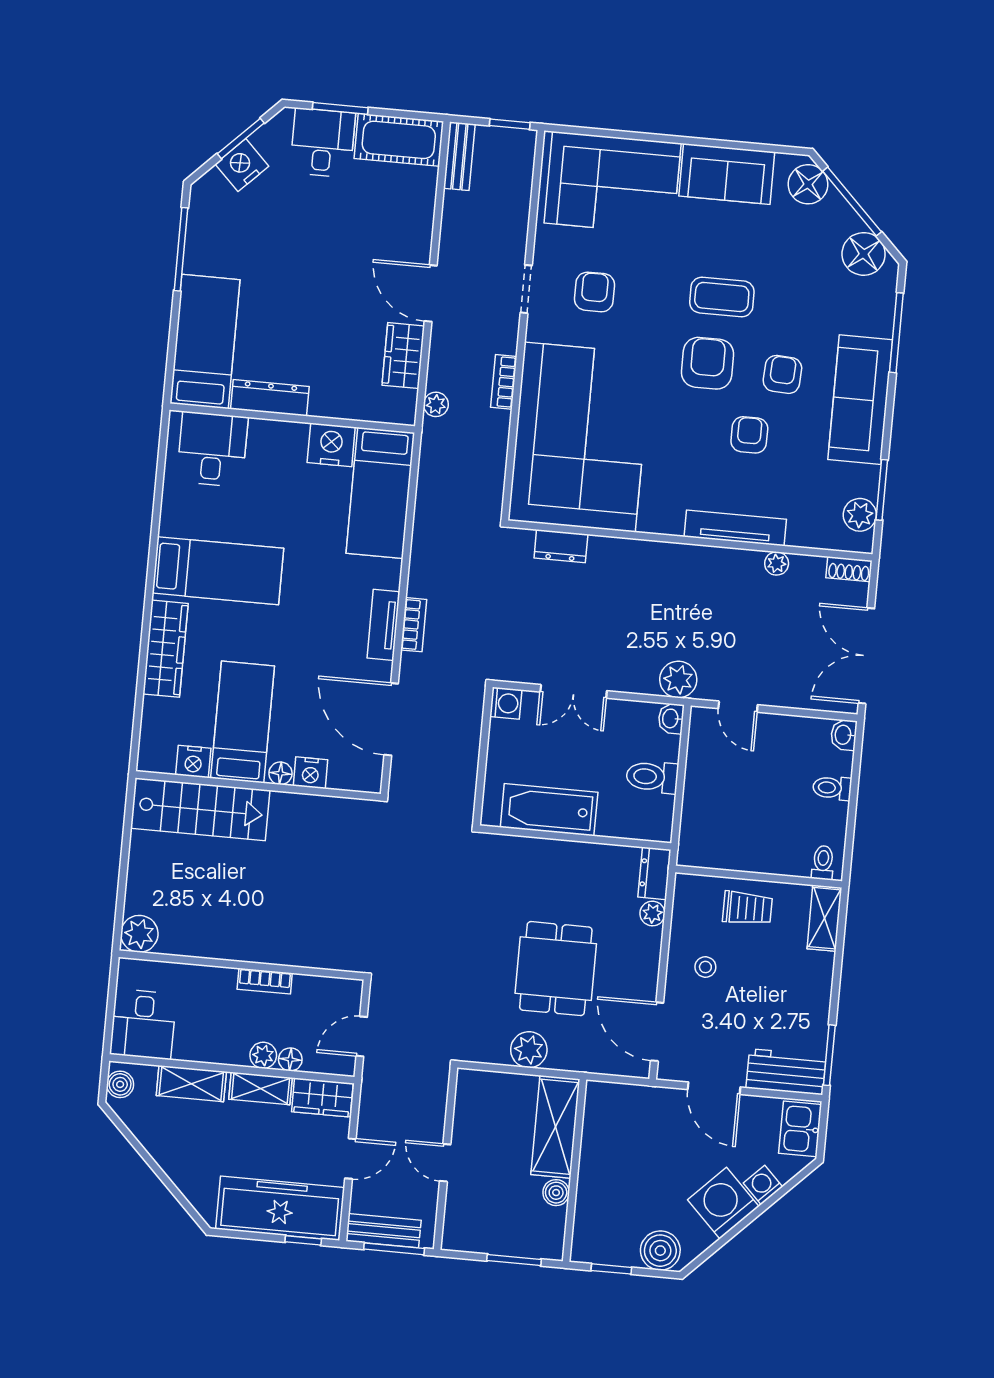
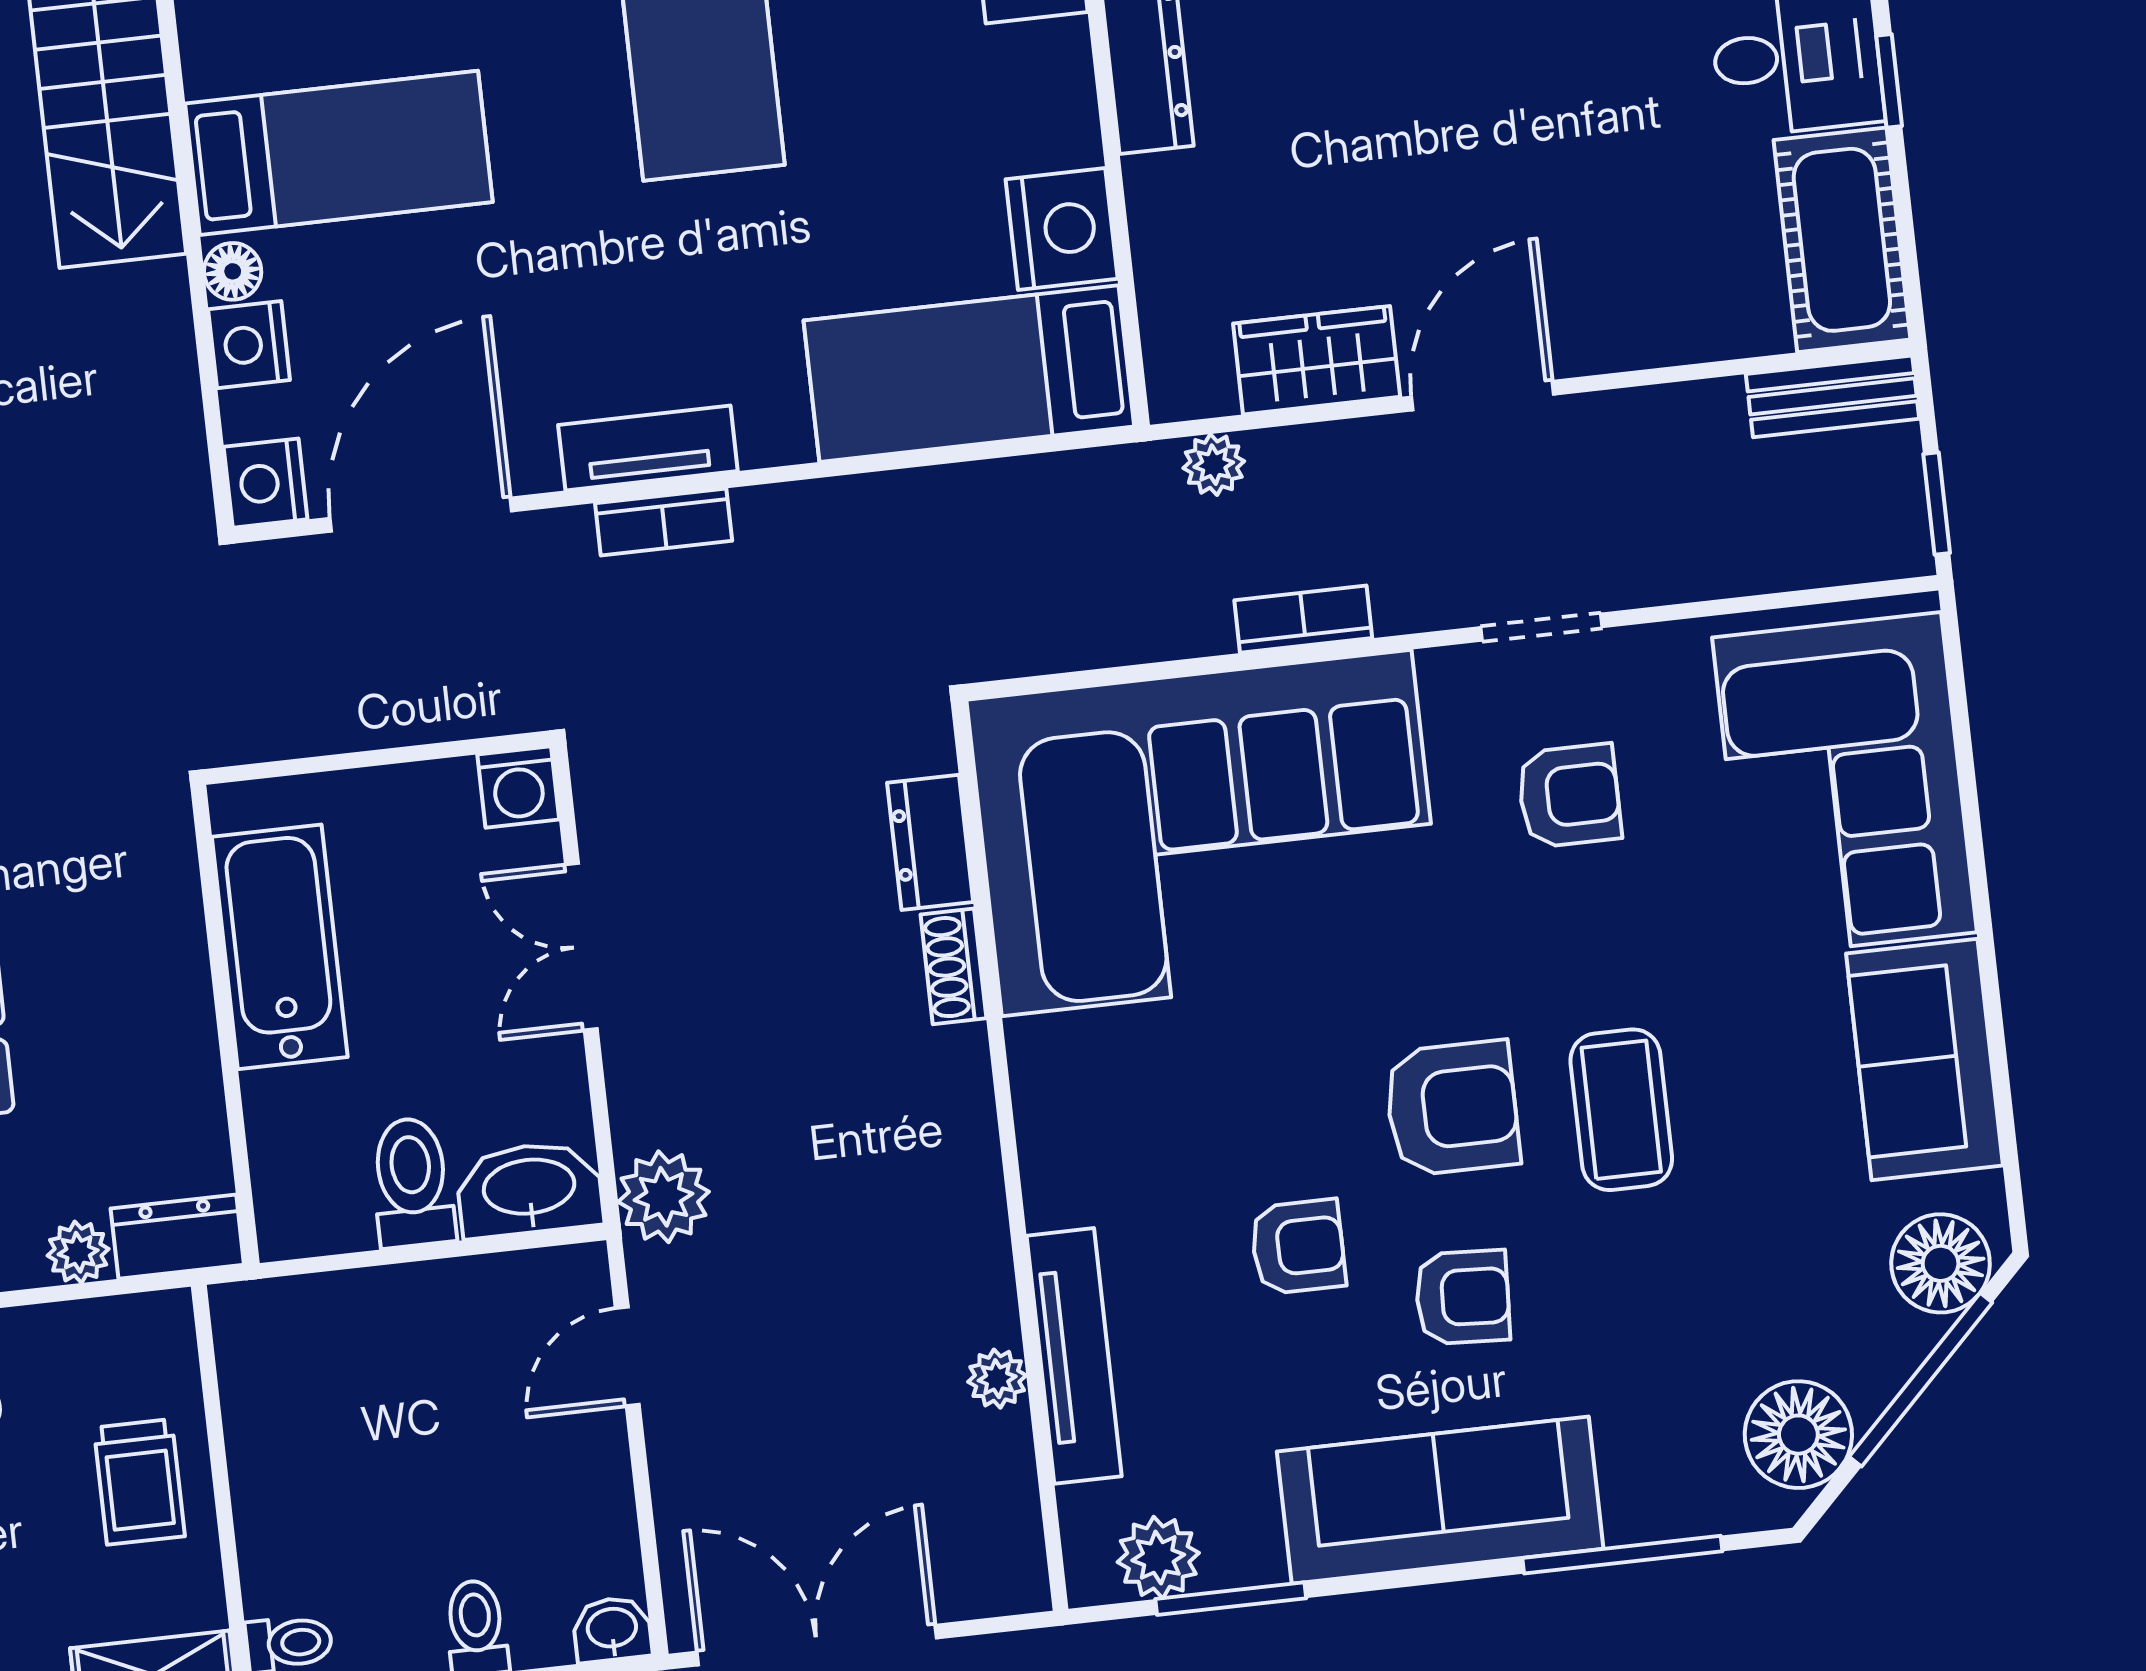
window: (340, 108) -> (1889, 81), width x0.67
tv unit: (735, 528) -> (1074, 1356), moved
shoe rack: (849, 569) -> (953, 966), moved
washbasin: (671, 719) -> (529, 1189), width x1.91, depth x1.45
nightstand: (193, 762) -> (266, 483), moved

